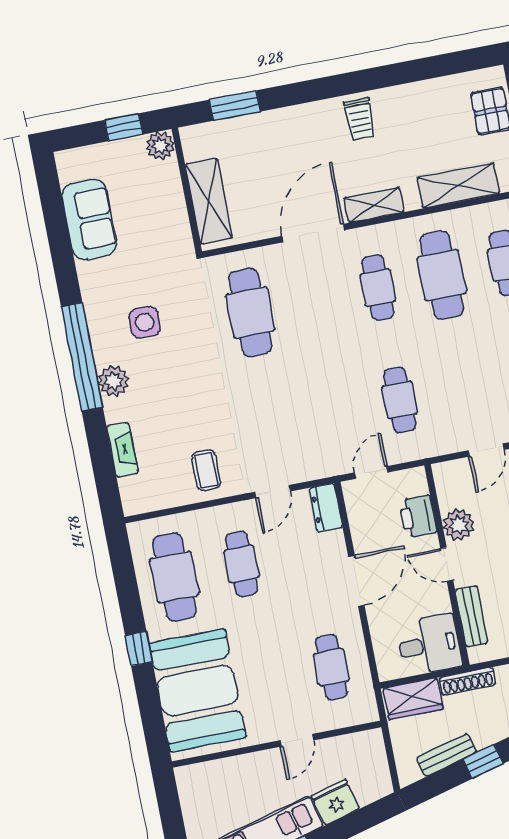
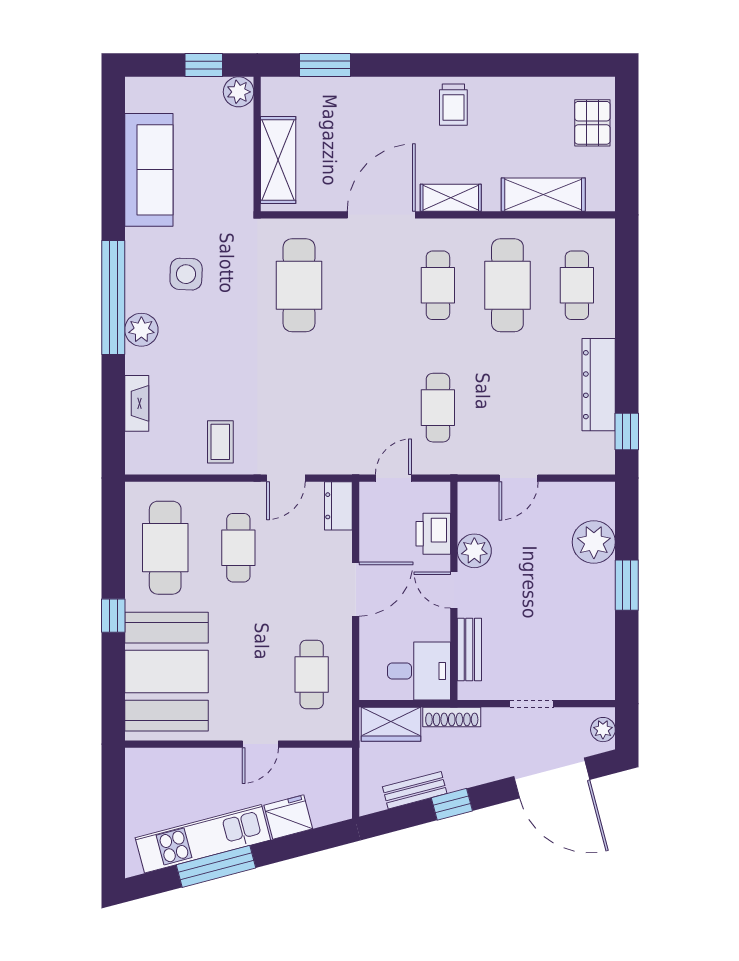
sofa: (89, 219) -> (149, 170), width x1.36

